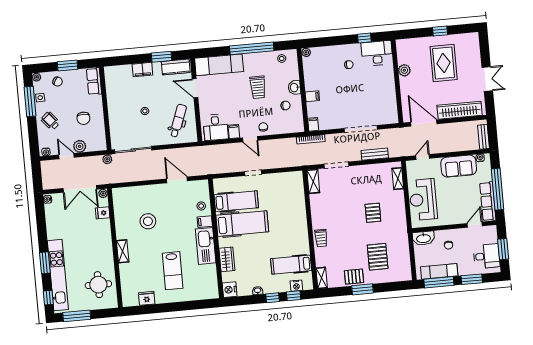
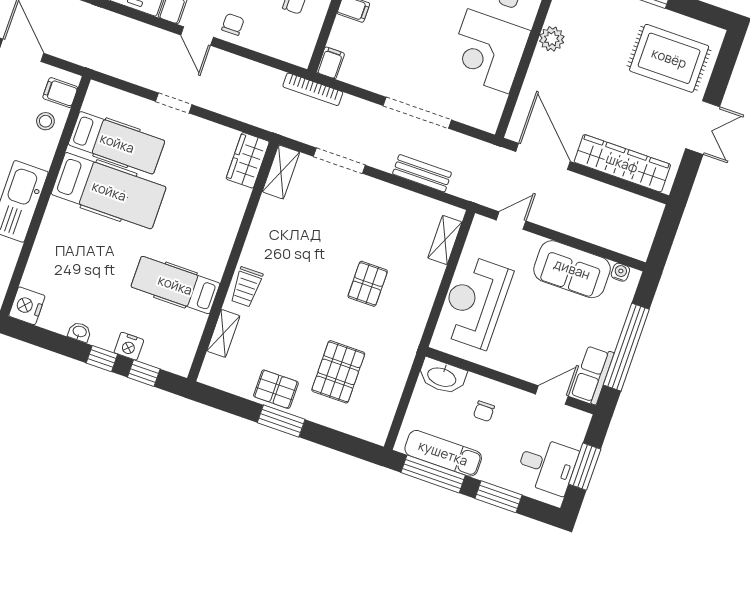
rug: (444, 63) -> (669, 58), moved, turned 90
corner desk: (379, 88) -> (488, 51), added
bench: (483, 137) -> (645, 235), removed
row of seats: (488, 201) -> (593, 375), width x0.68
filing cabinet: (205, 222) -> (60, 93), moved
wardrobe: (227, 259) -> (248, 160), moved, turned 180
hospital bed: (291, 265) -> (175, 285), moved
shelving: (322, 278) -> (223, 333), moved
nightstand: (296, 286) -> (129, 346), moved

